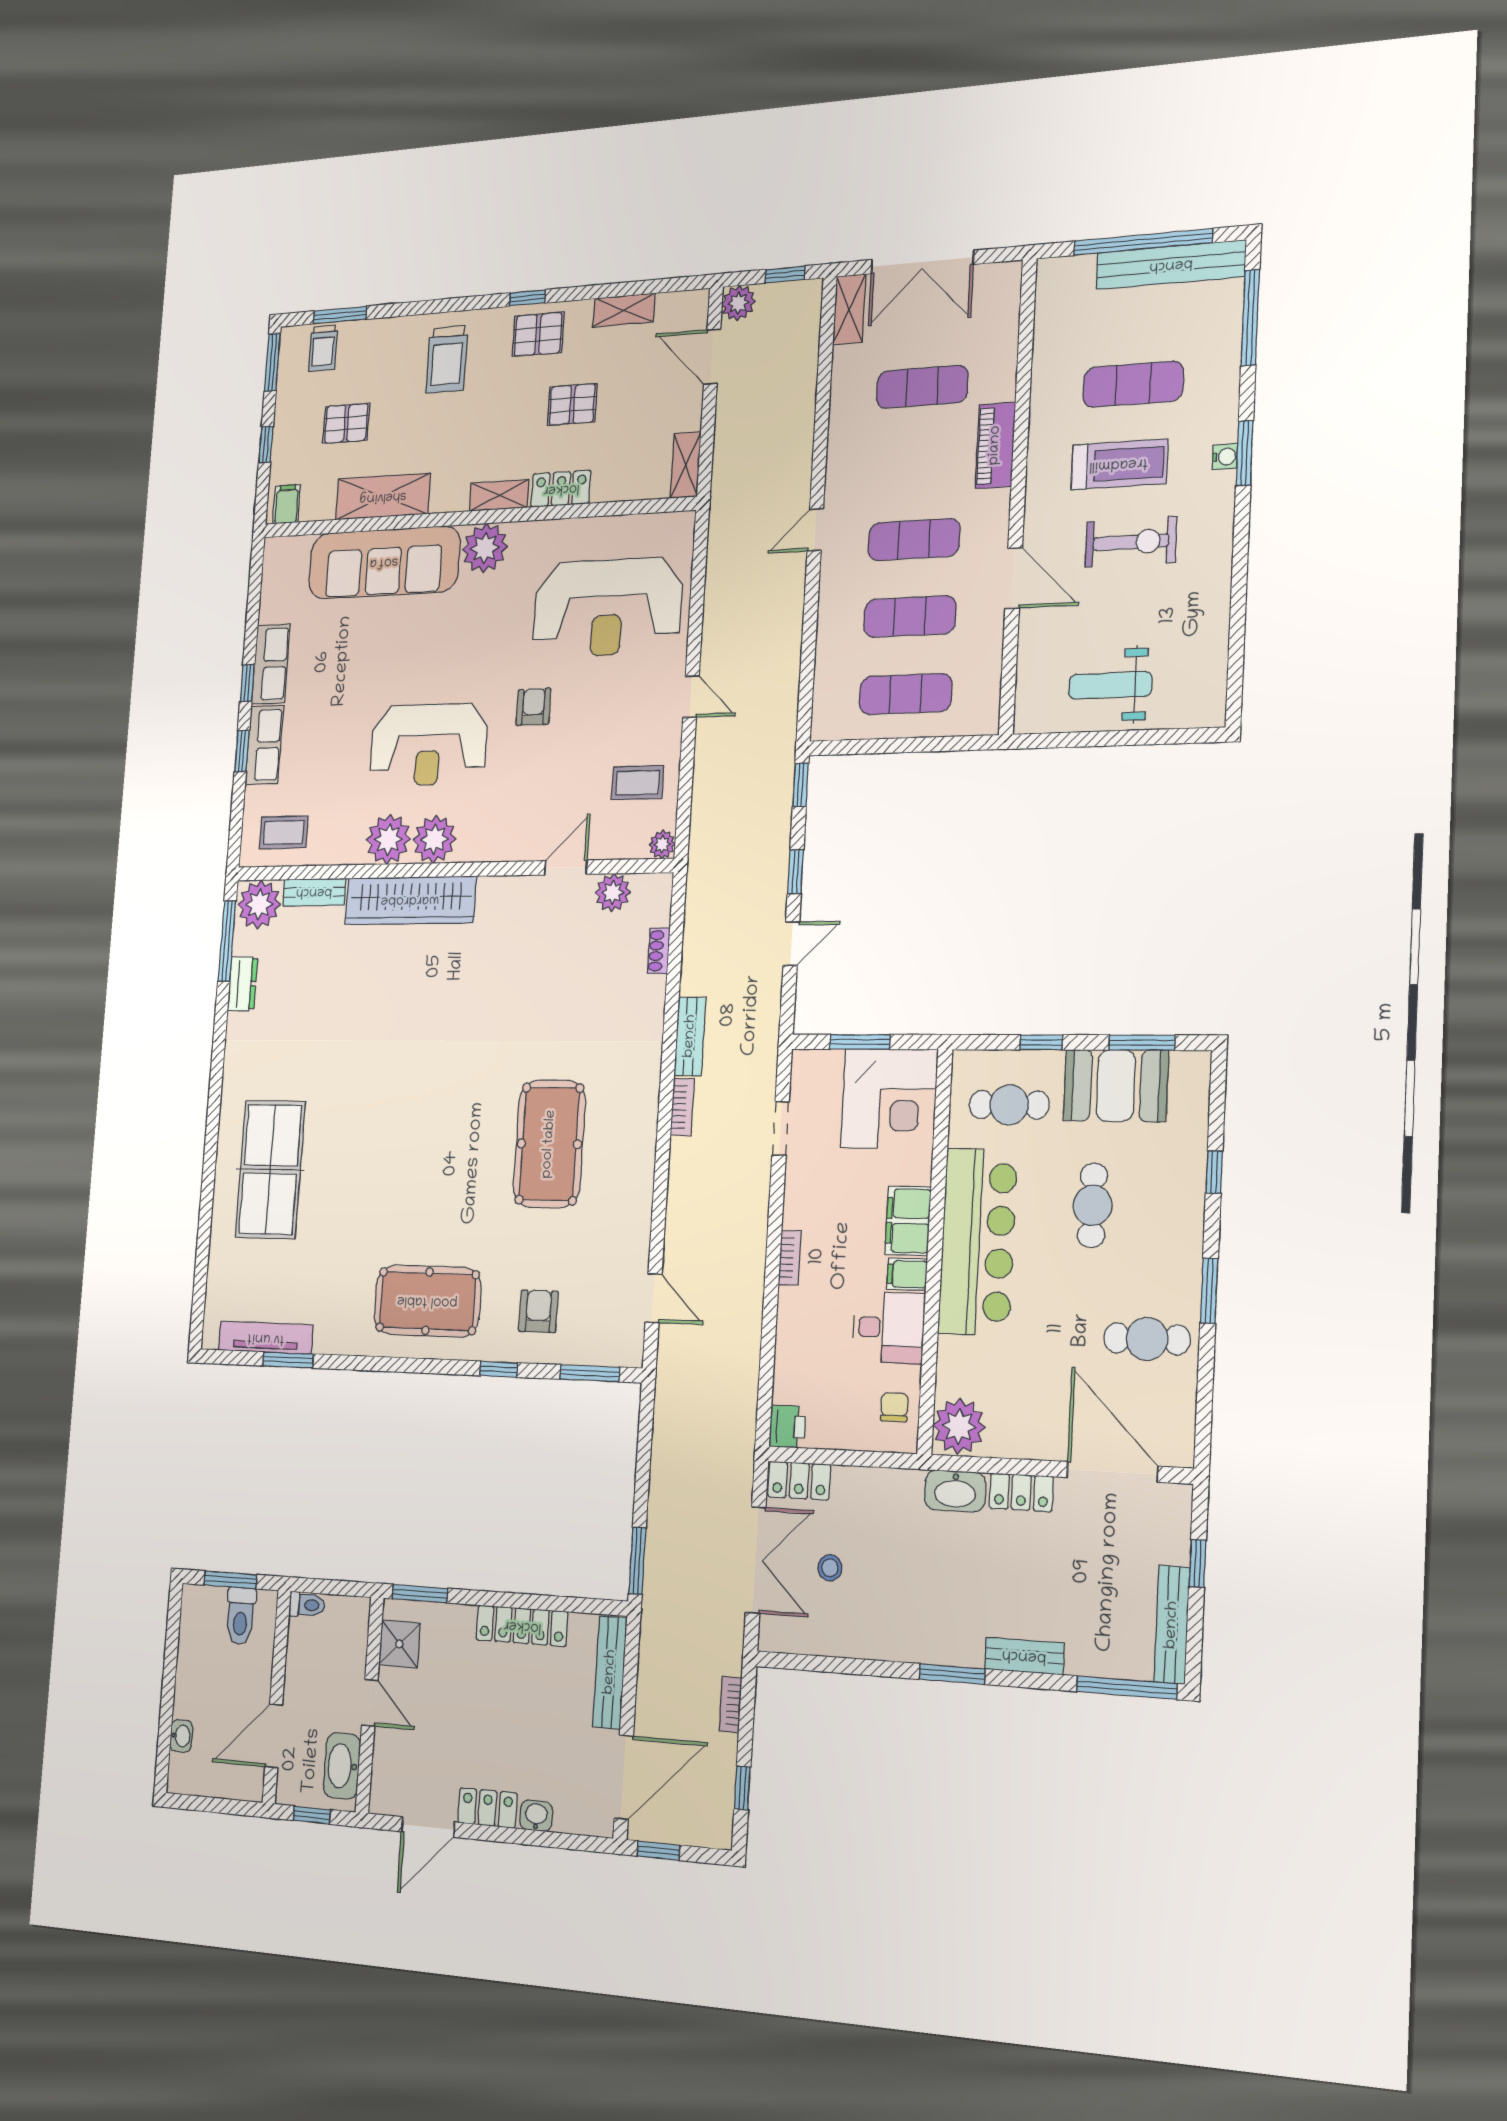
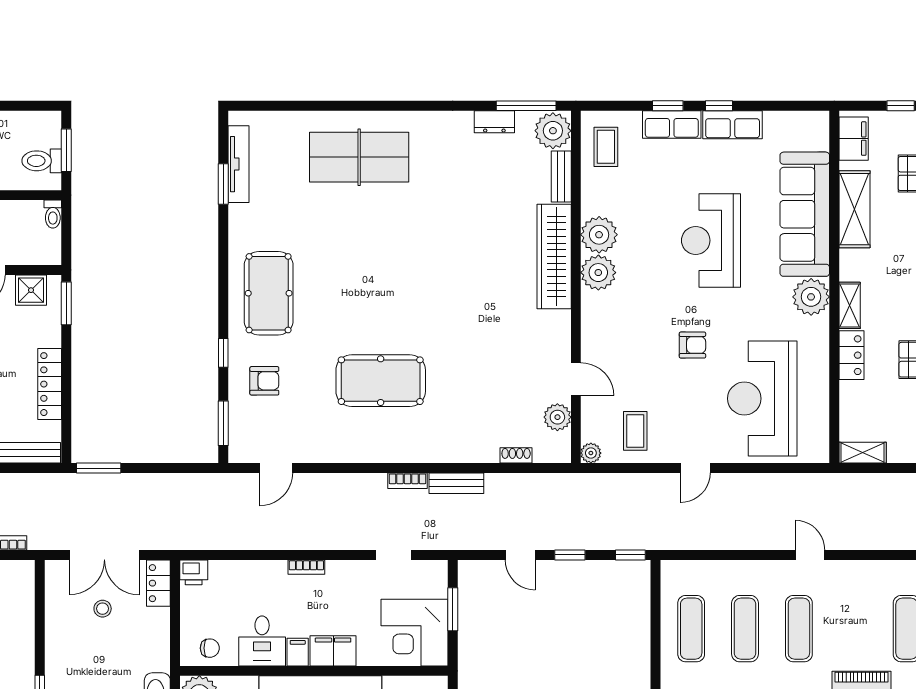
filing cabinet: (287, 504) -> (854, 139), width x2.00
reception desk: (428, 745) -> (711, 240), moved

